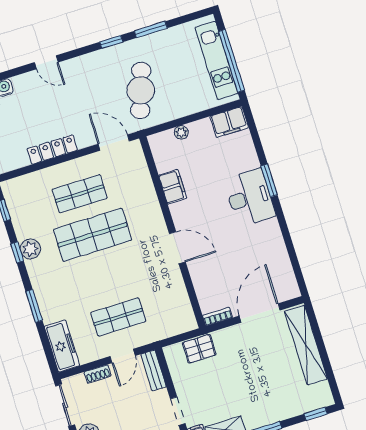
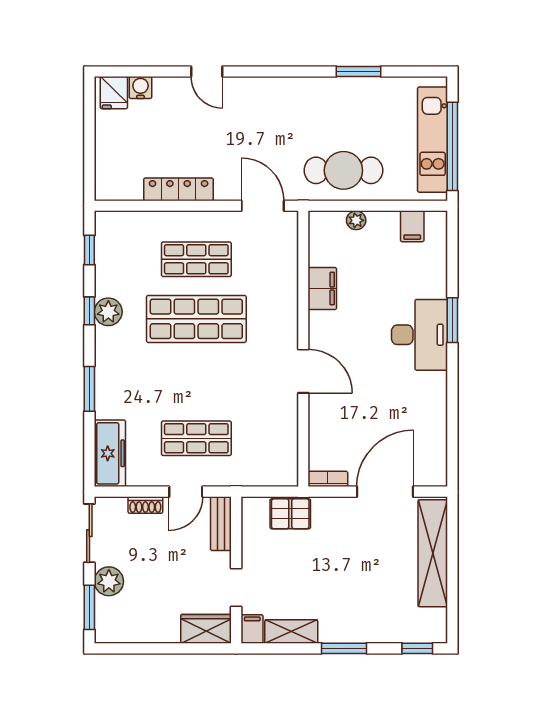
window: (111, 42) -> (301, 72), removed
cafe table: (141, 90) -> (343, 170), moved, turned 71
filing cabinet: (229, 122) -> (412, 226), width x0.50

